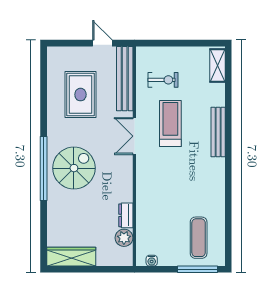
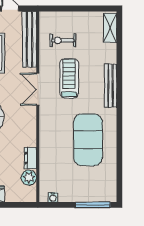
exercise bike: (163, 80) -> (63, 40), turned 180
exercise mat: (199, 238) -> (88, 140), moved, width x2.00, depth x1.45

